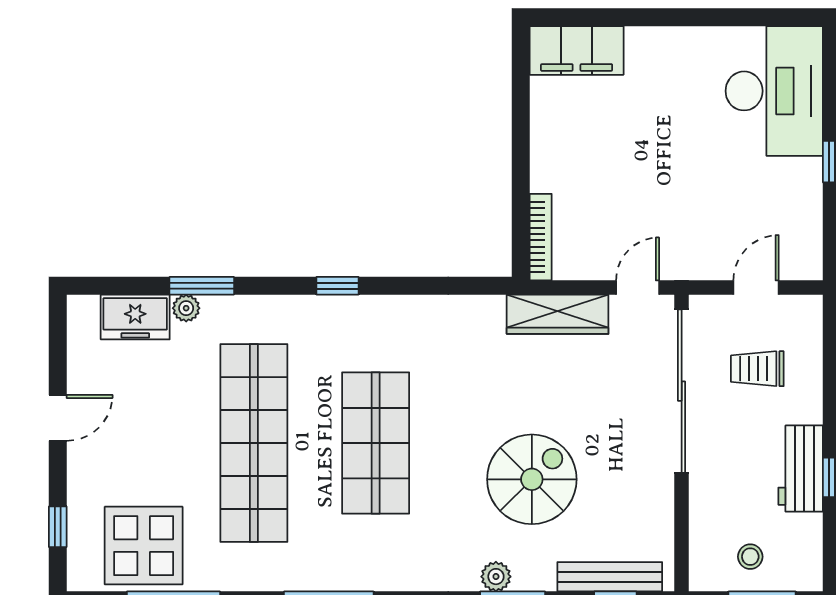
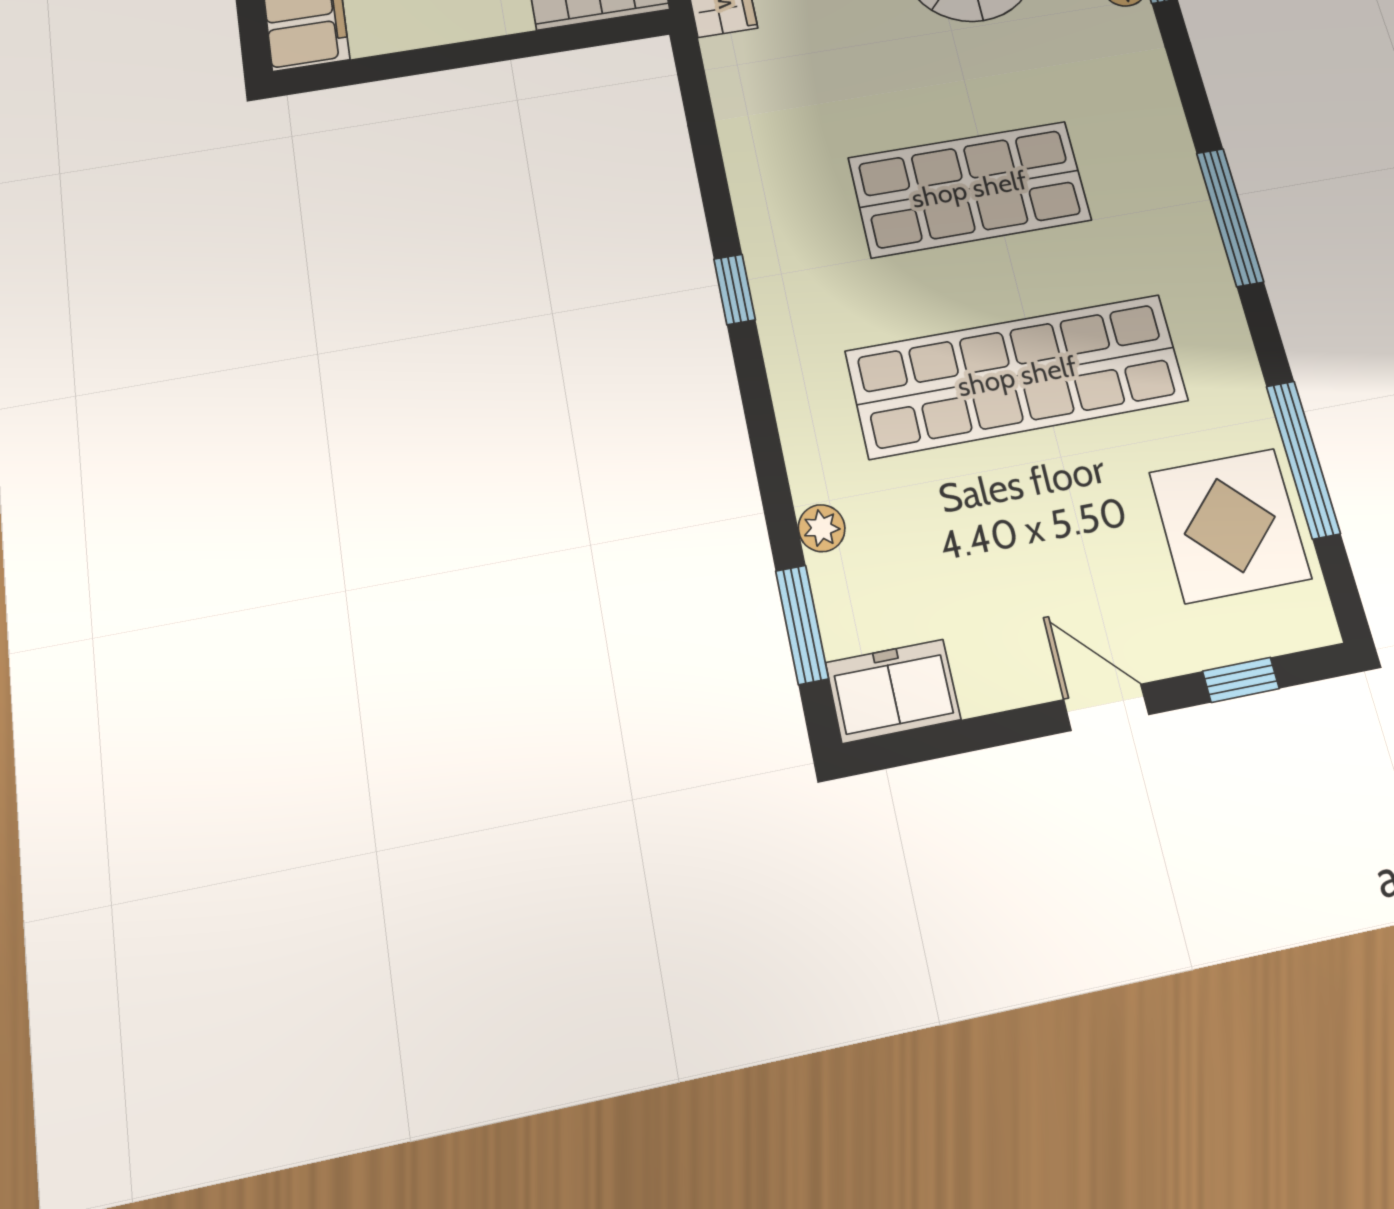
window: (202, 286) -> (802, 625), moved
freezer: (135, 317) -> (893, 691), moved, turned -90
door: (58, 418) -> (1106, 707), moved

